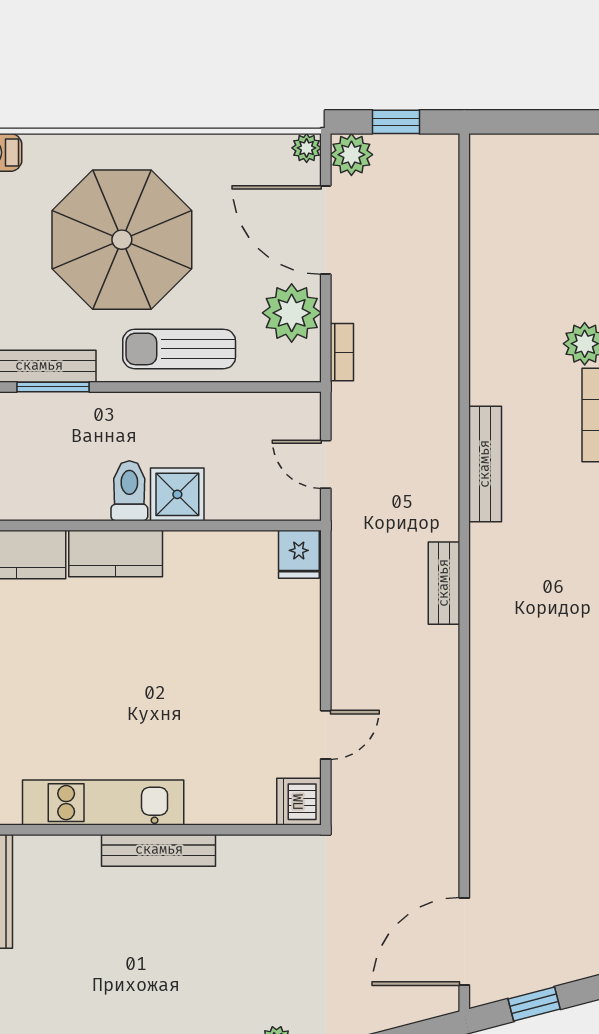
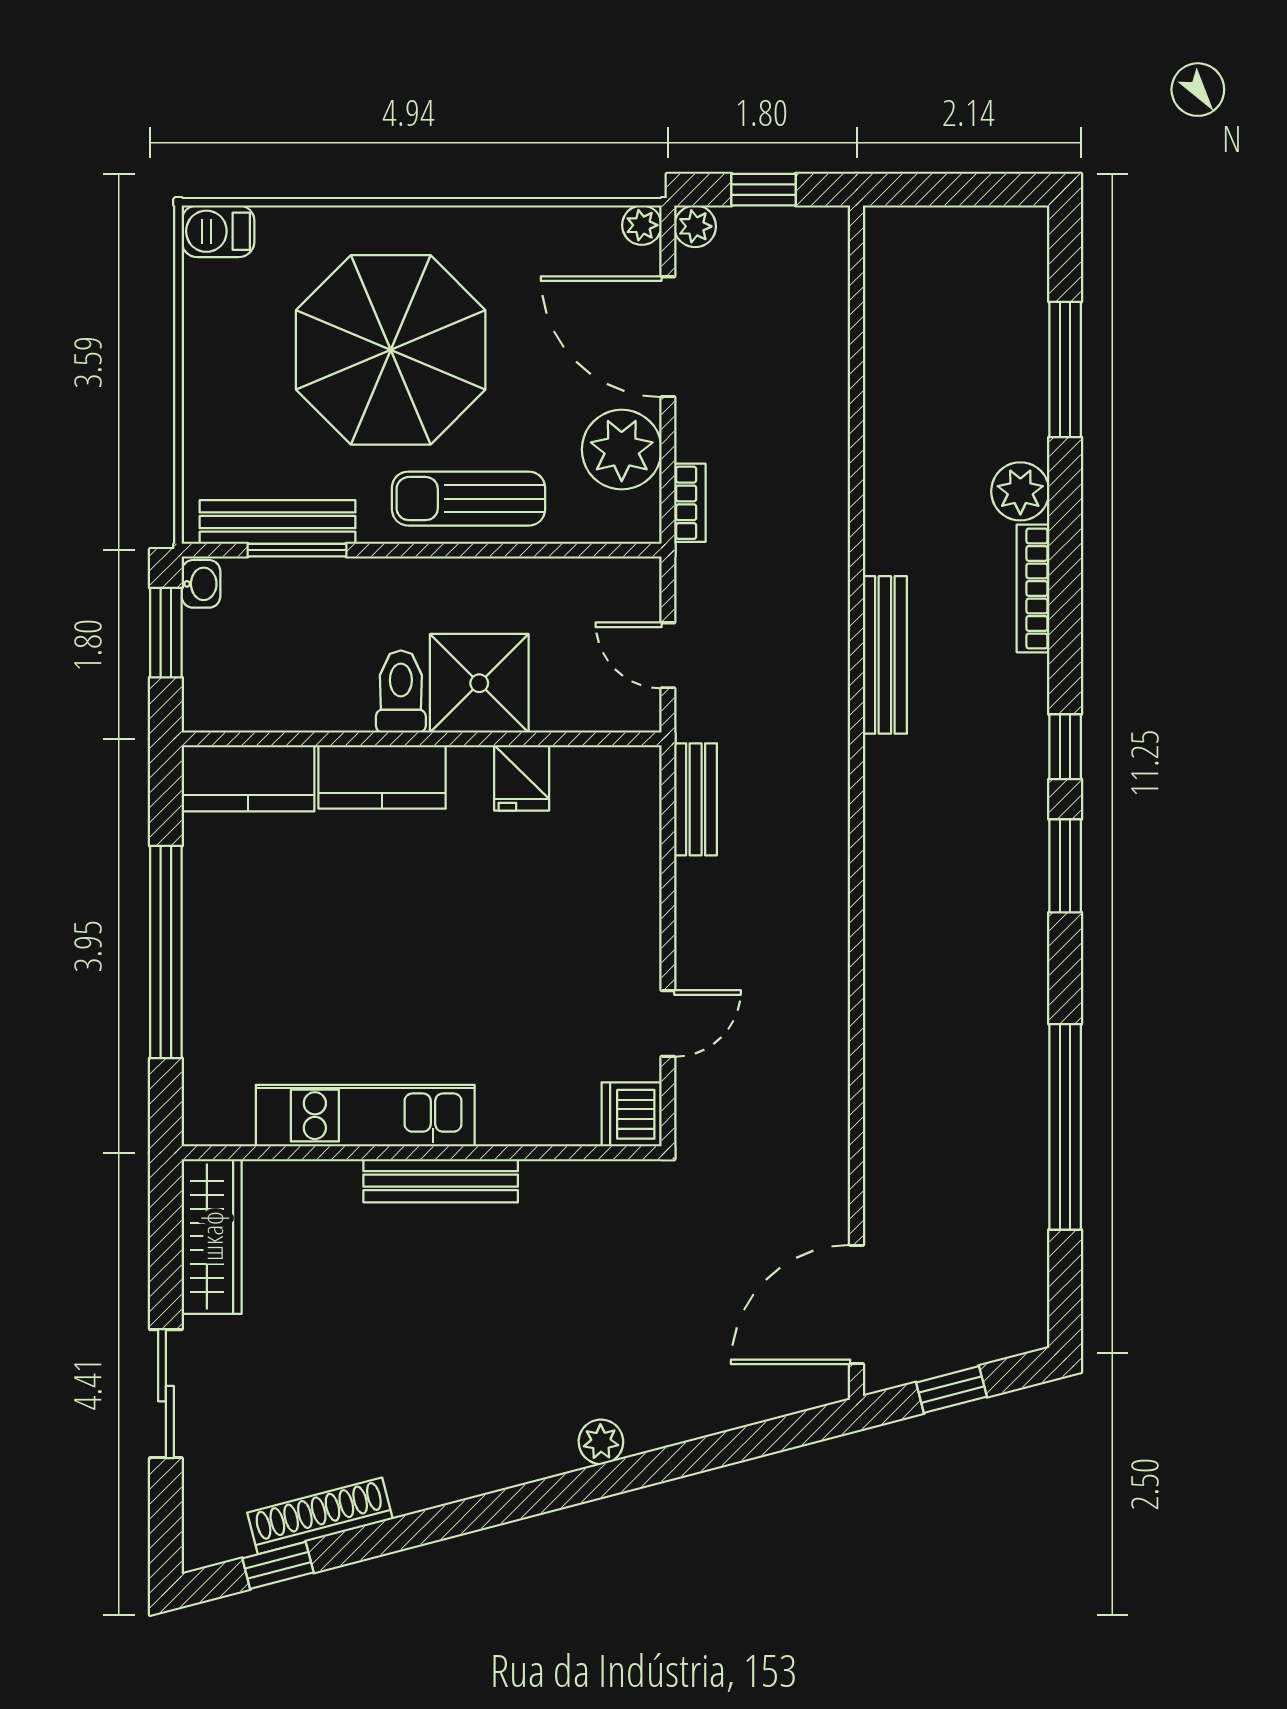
plant: (351, 155) -> (695, 226), width x0.73, depth x0.73
shower: (177, 494) -> (479, 683), width x1.36, depth x1.36
fridge: (299, 554) -> (522, 778), moved
bench: (444, 583) -> (696, 799), moved

